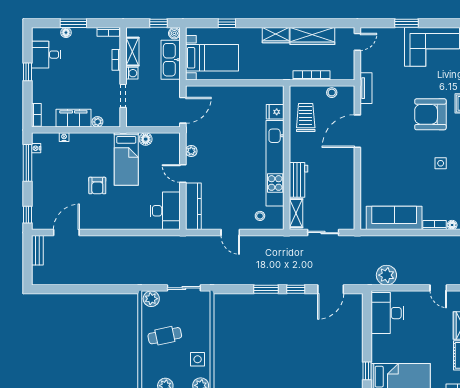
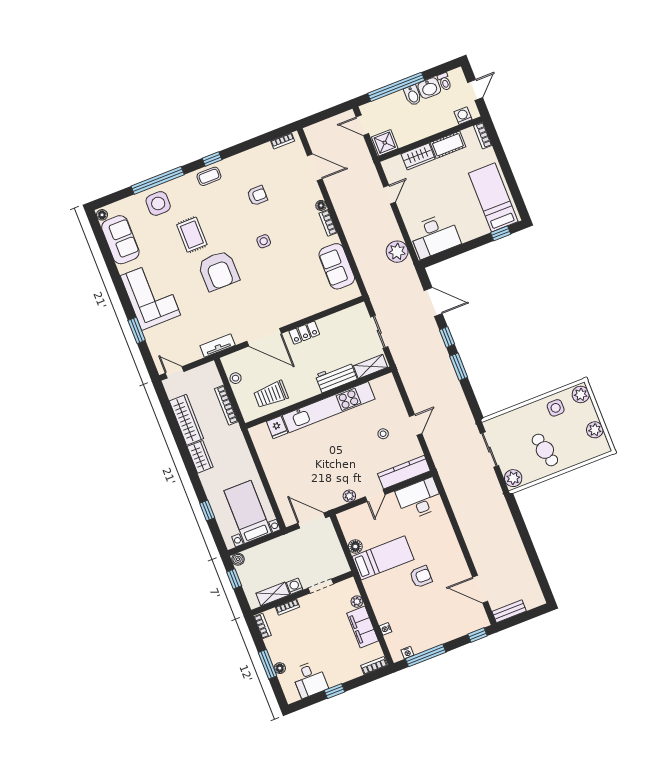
kitchen sink: (171, 60) -> (266, 553), removed
locker: (348, 167) -> (304, 333), added
stool: (260, 216) -> (383, 434), moved
sofa: (394, 218) -> (337, 266), width x0.73

